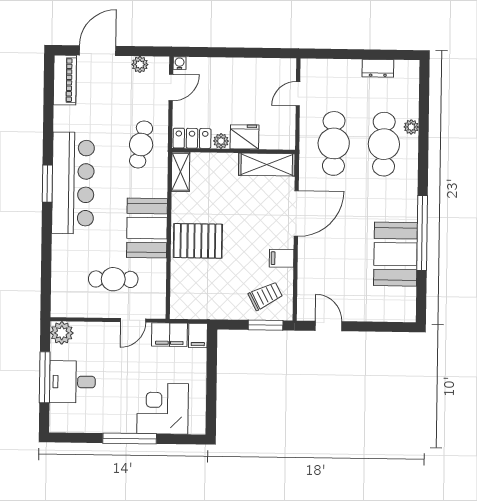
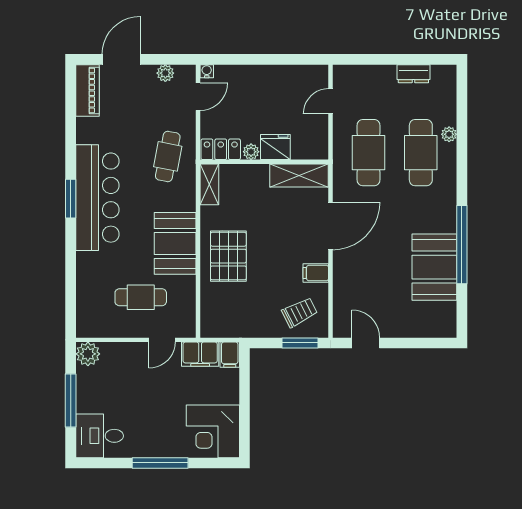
pallet: (198, 241) -> (228, 256), turned 90
desk: (72, 382) -> (100, 436), moved
corner desk: (163, 409) -> (213, 431), moved, turned -90

